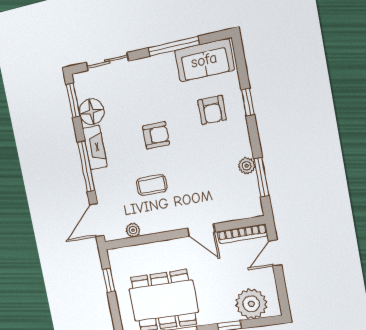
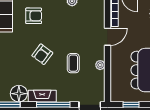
armchair: (156, 135) -> (42, 54), turned -143
plant: (133, 230) -> (100, 65), moved

